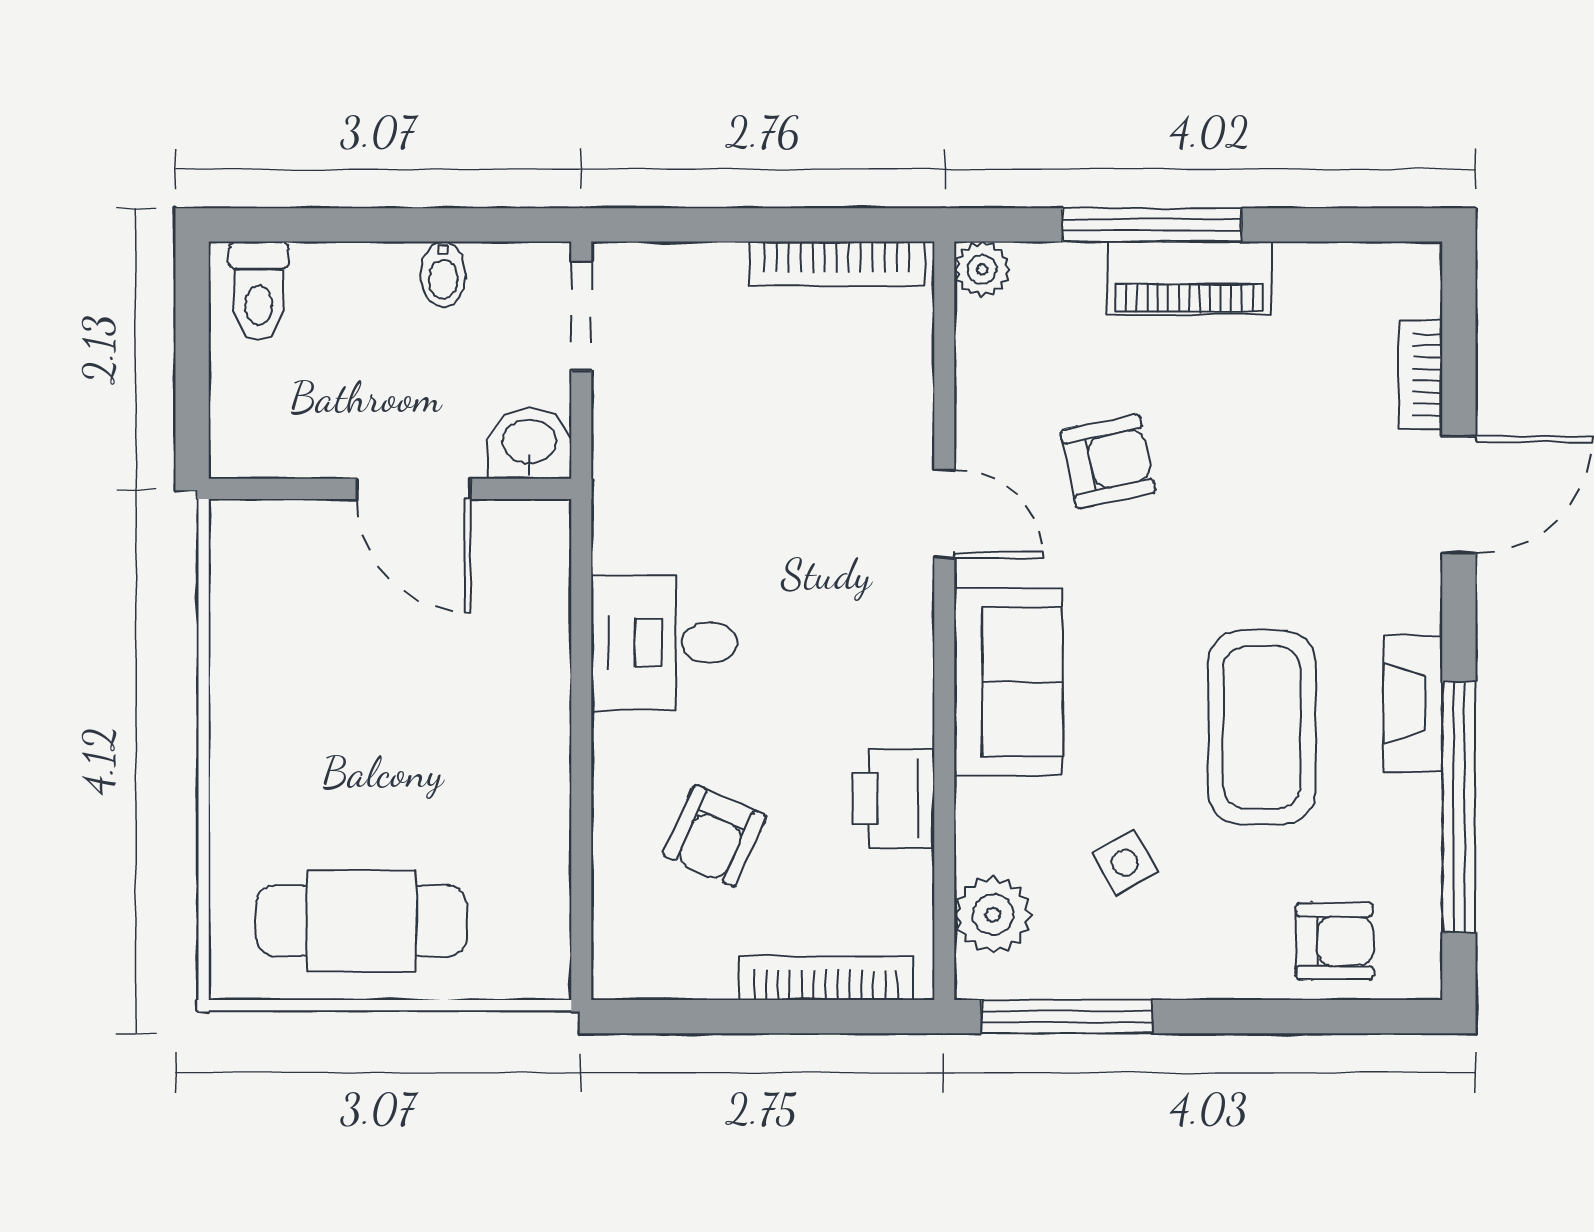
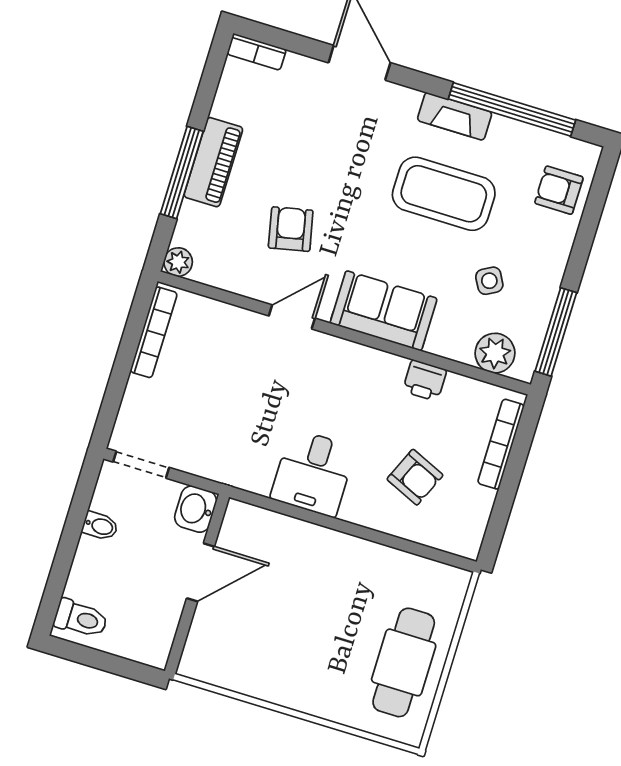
bookcase: (1420, 375) -> (257, 52), moved
printer: (893, 799) -> (425, 380), width x0.73, depth x0.81
armchair: (1334, 941) -> (559, 190), turned -90

